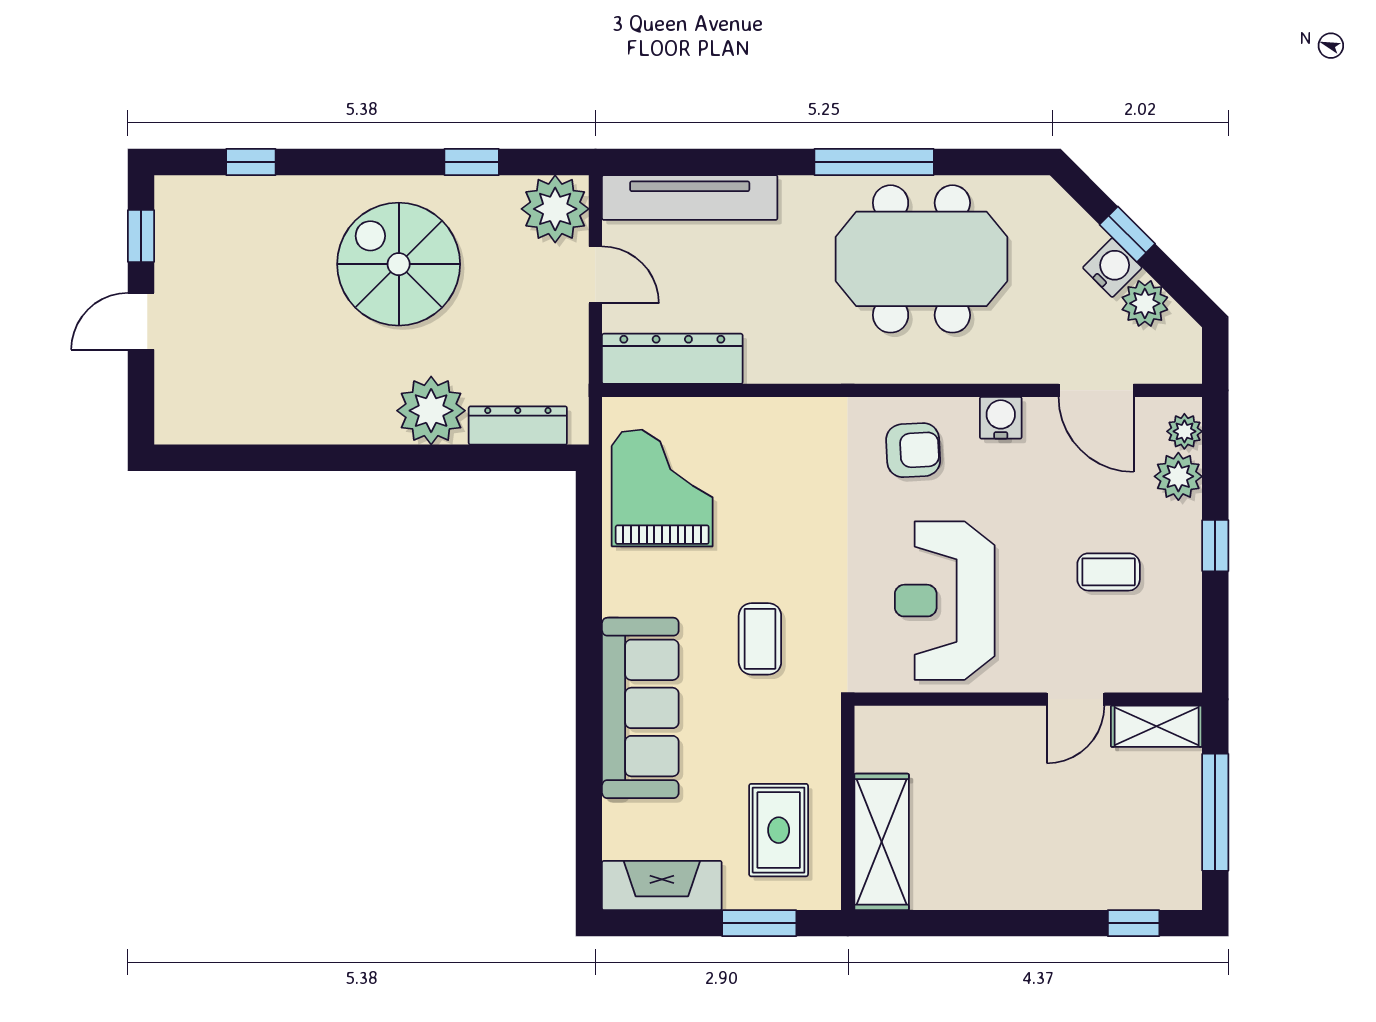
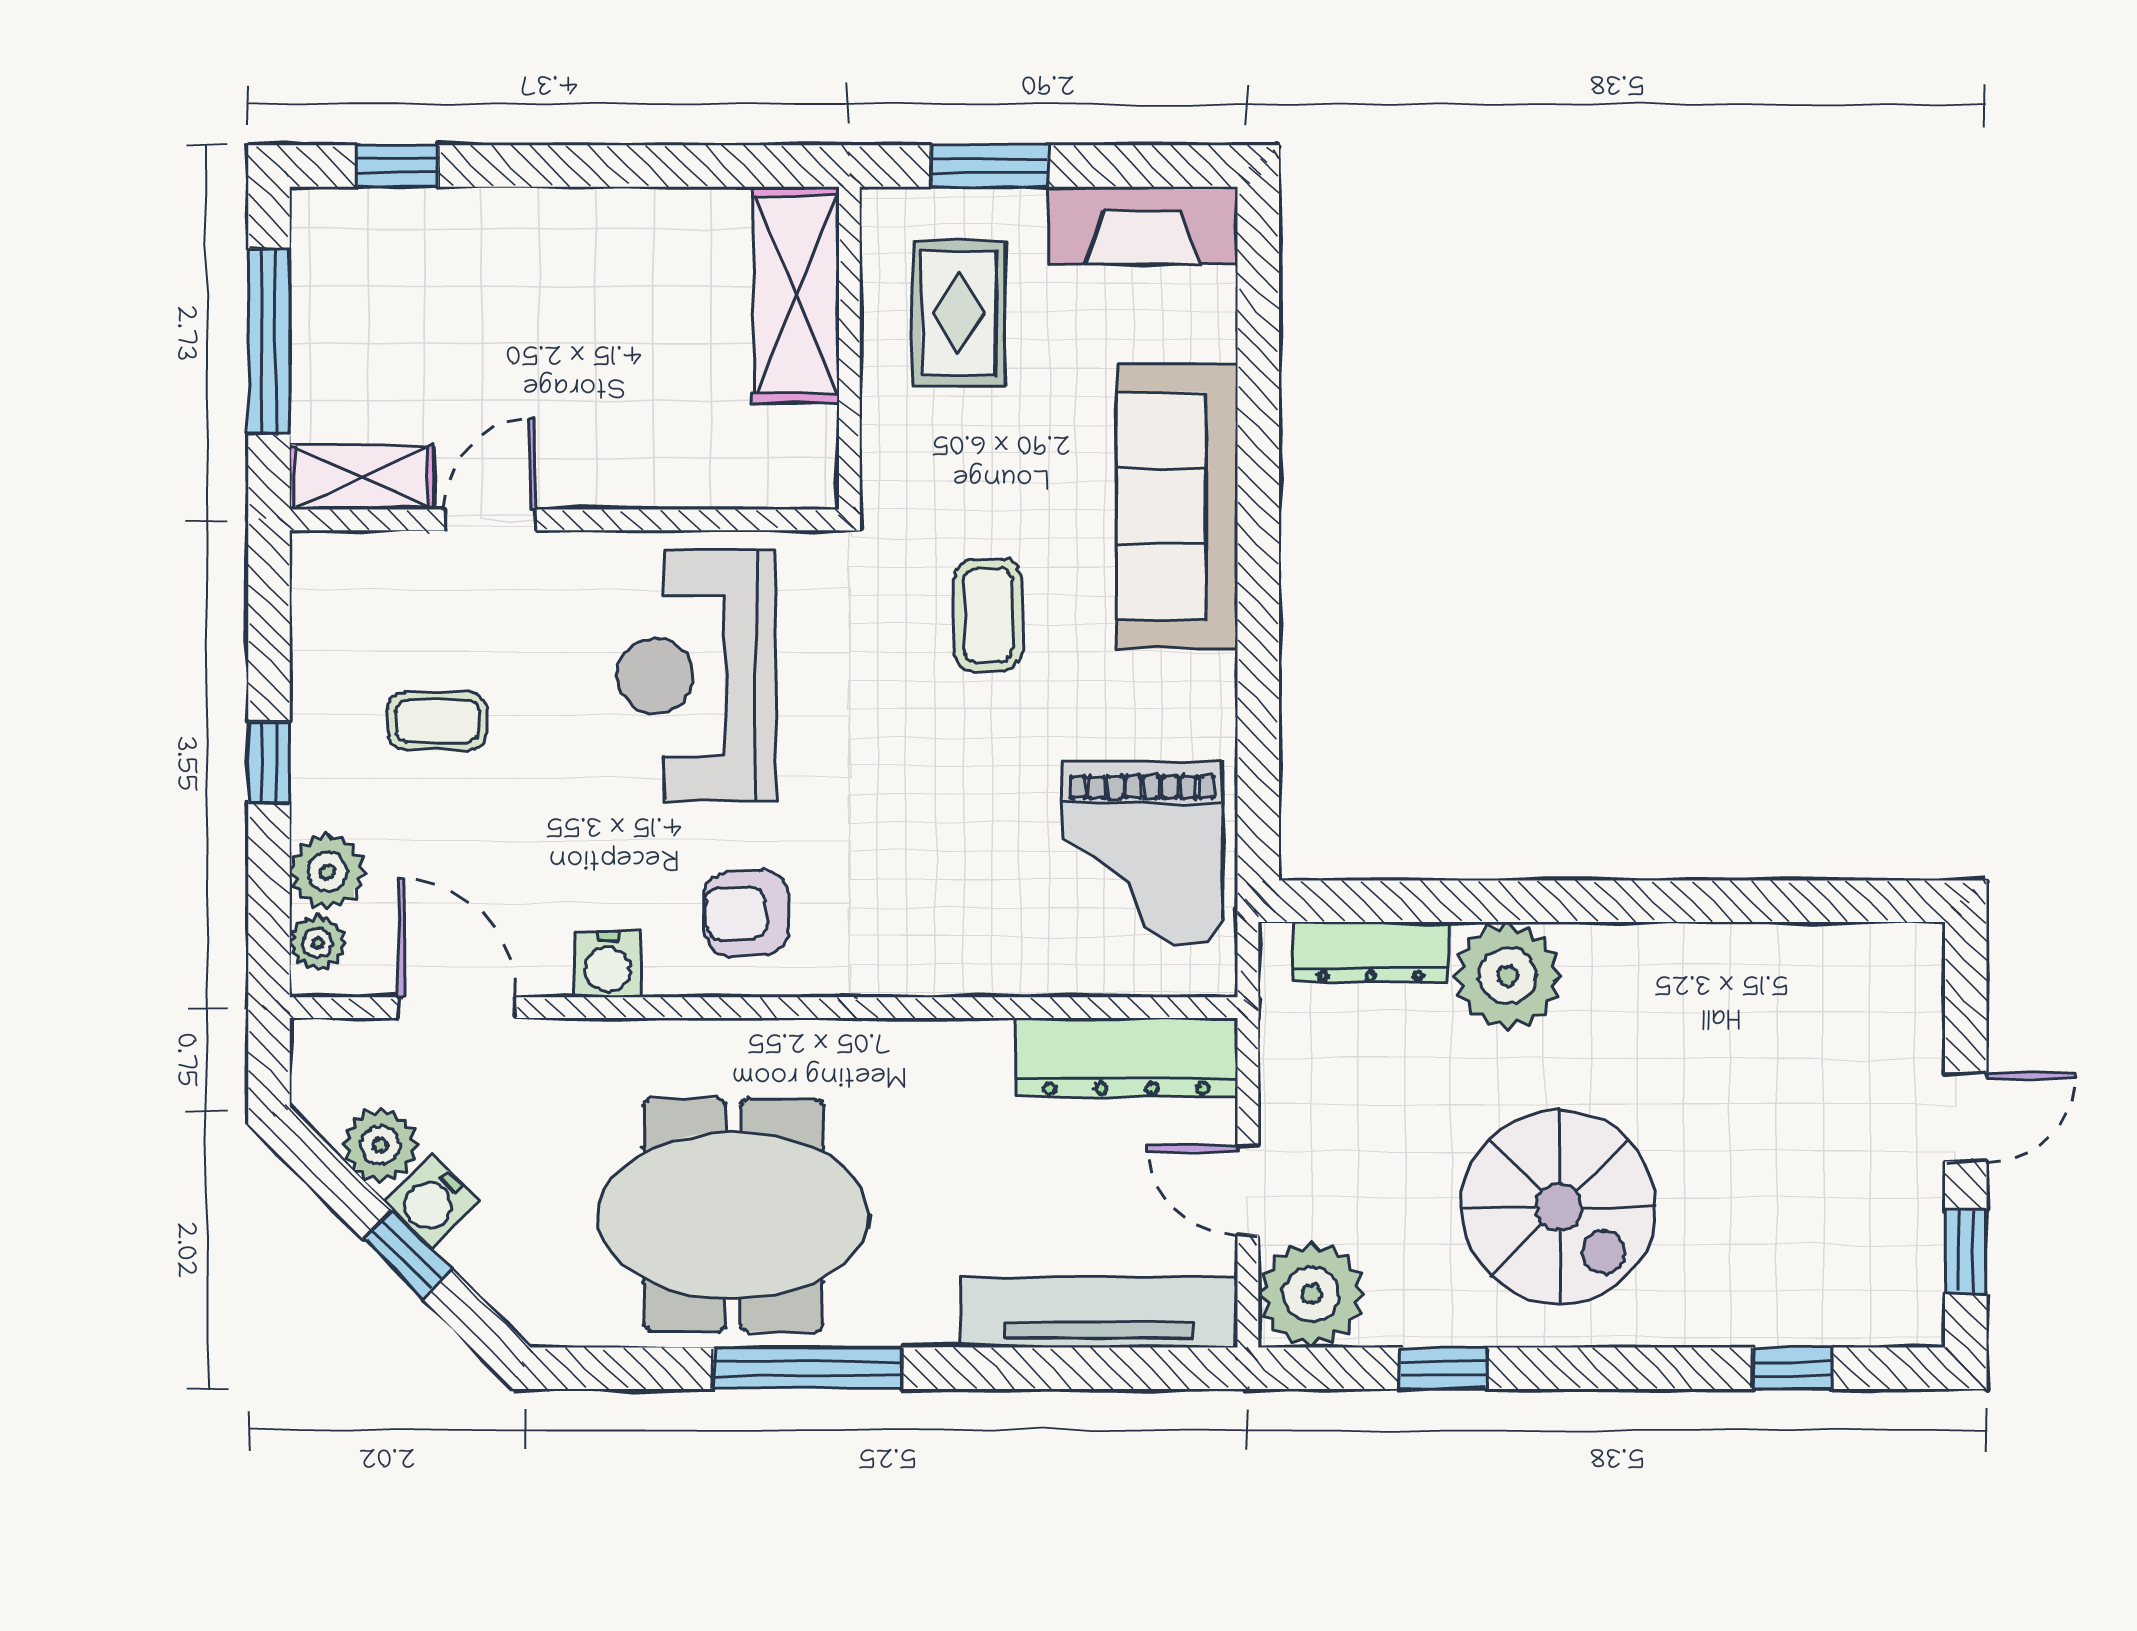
reception desk: (945, 601) -> (696, 676), turned 180

